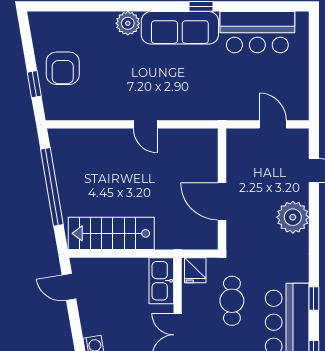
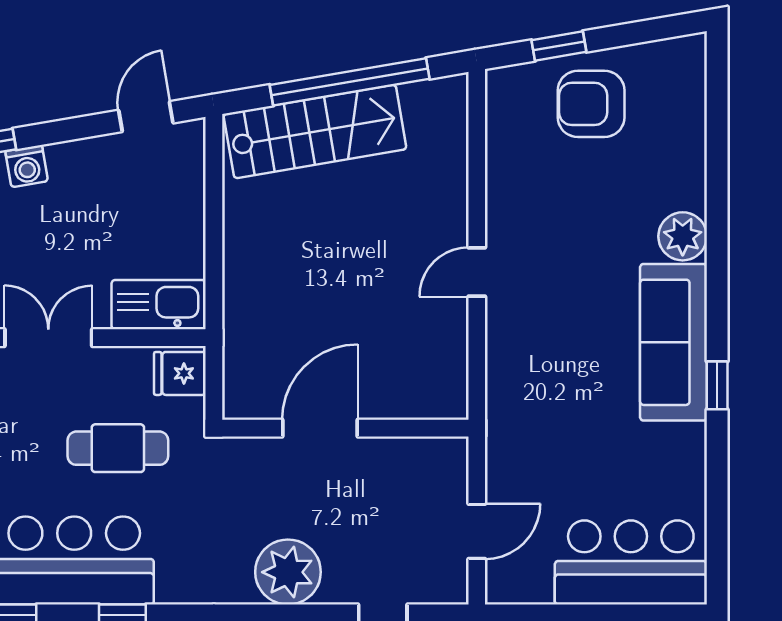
bar counter: (257, 32) -> (631, 562), moved, turned 90
stairs: (111, 233) -> (315, 132), moved, turned 80

